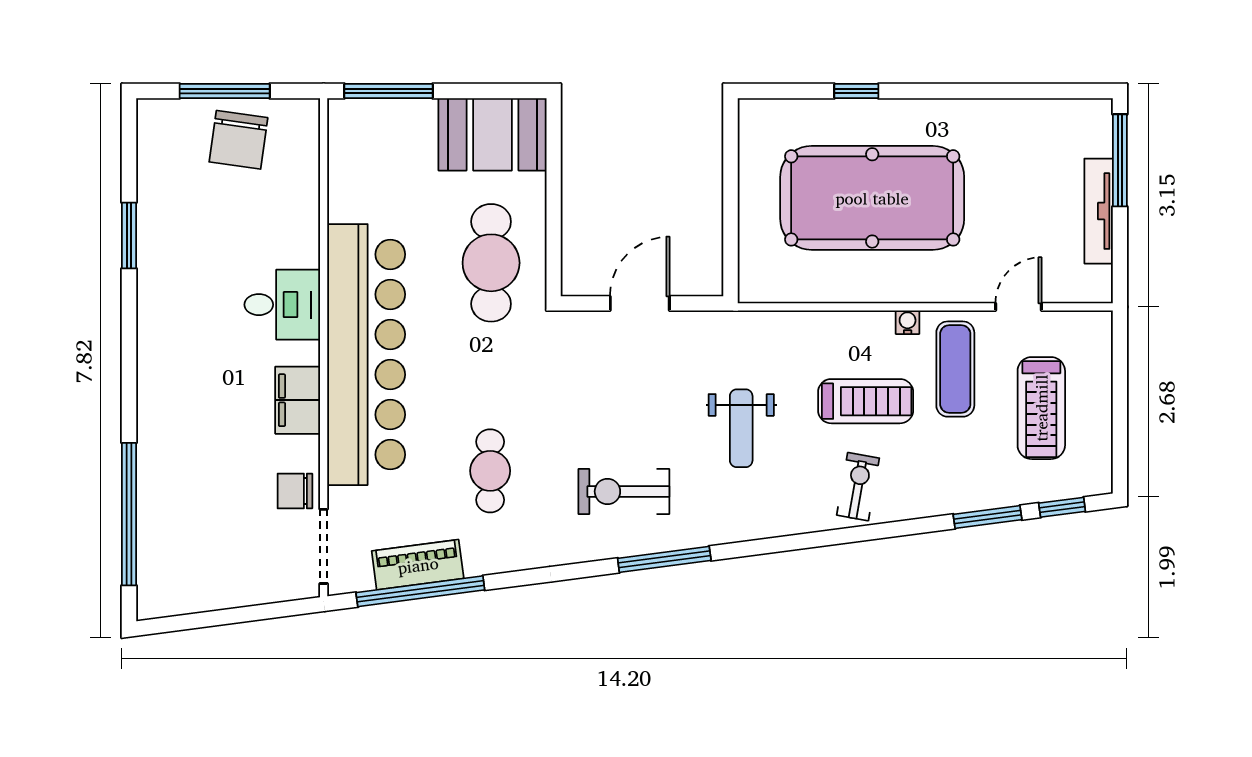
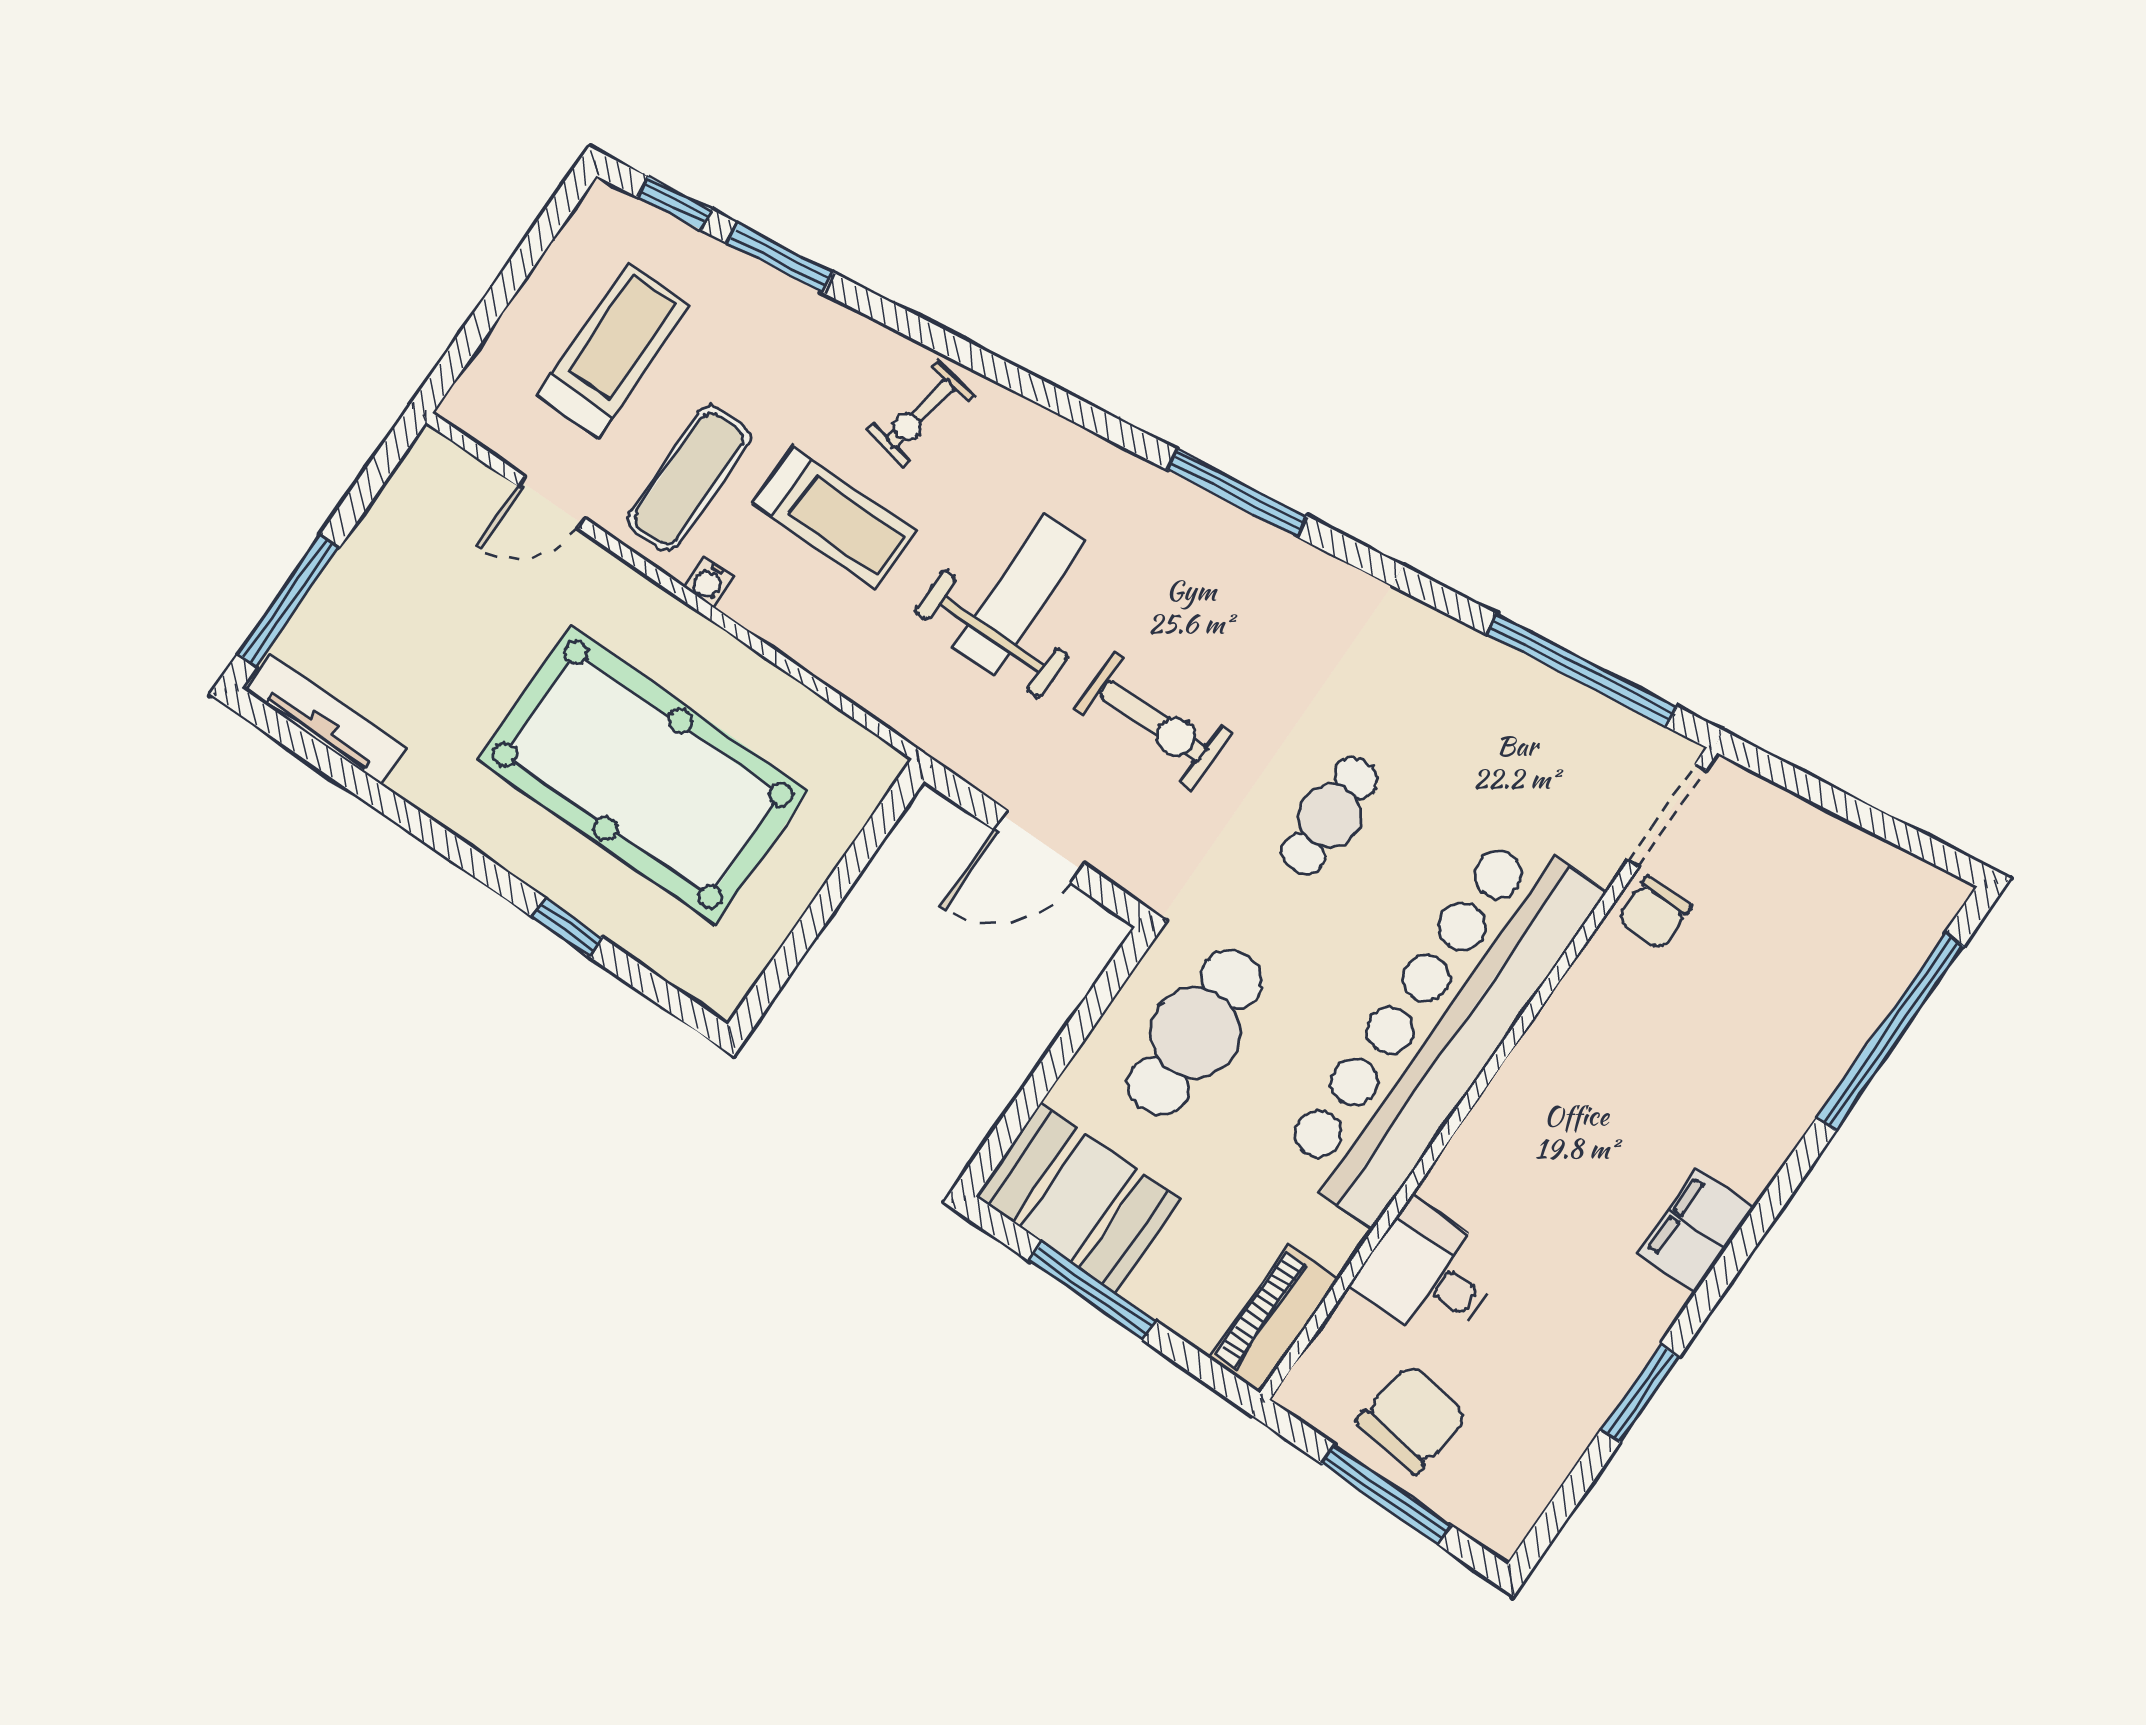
window: (388, 91) -> (1092, 1291), moved
tv unit: (1099, 211) -> (326, 719), moved, turned -90
desk: (282, 305) -> (1429, 1274), moved
filing cabinet: (298, 400) -> (1696, 1230), moved, turned 180
treadmill: (866, 401) -> (834, 517), turned 180
weight bench: (741, 428) -> (1019, 594), width x1.36, depth x1.33
cafe table: (490, 471) -> (1330, 816), moved
chair: (295, 491) -> (1654, 913), turned 90
exercise bike: (624, 491) -> (1153, 721), moved
piano: (418, 565) -> (1274, 1319), moved, turned 97

